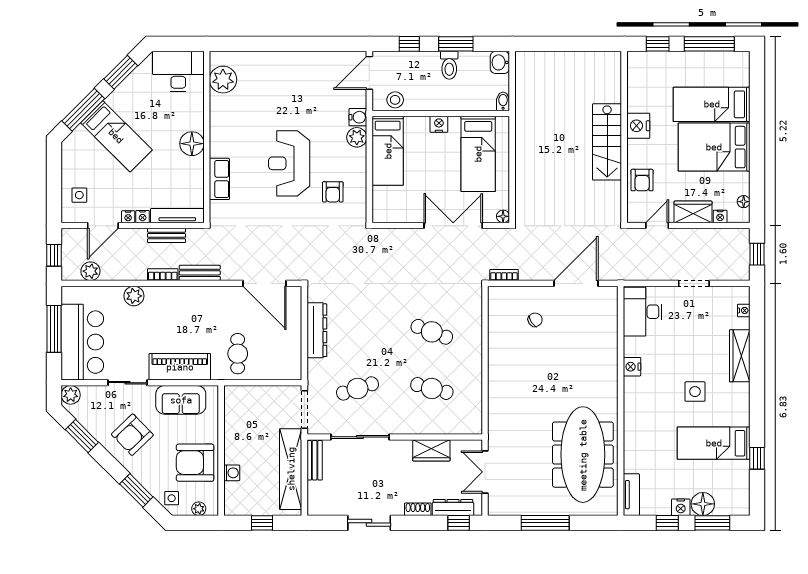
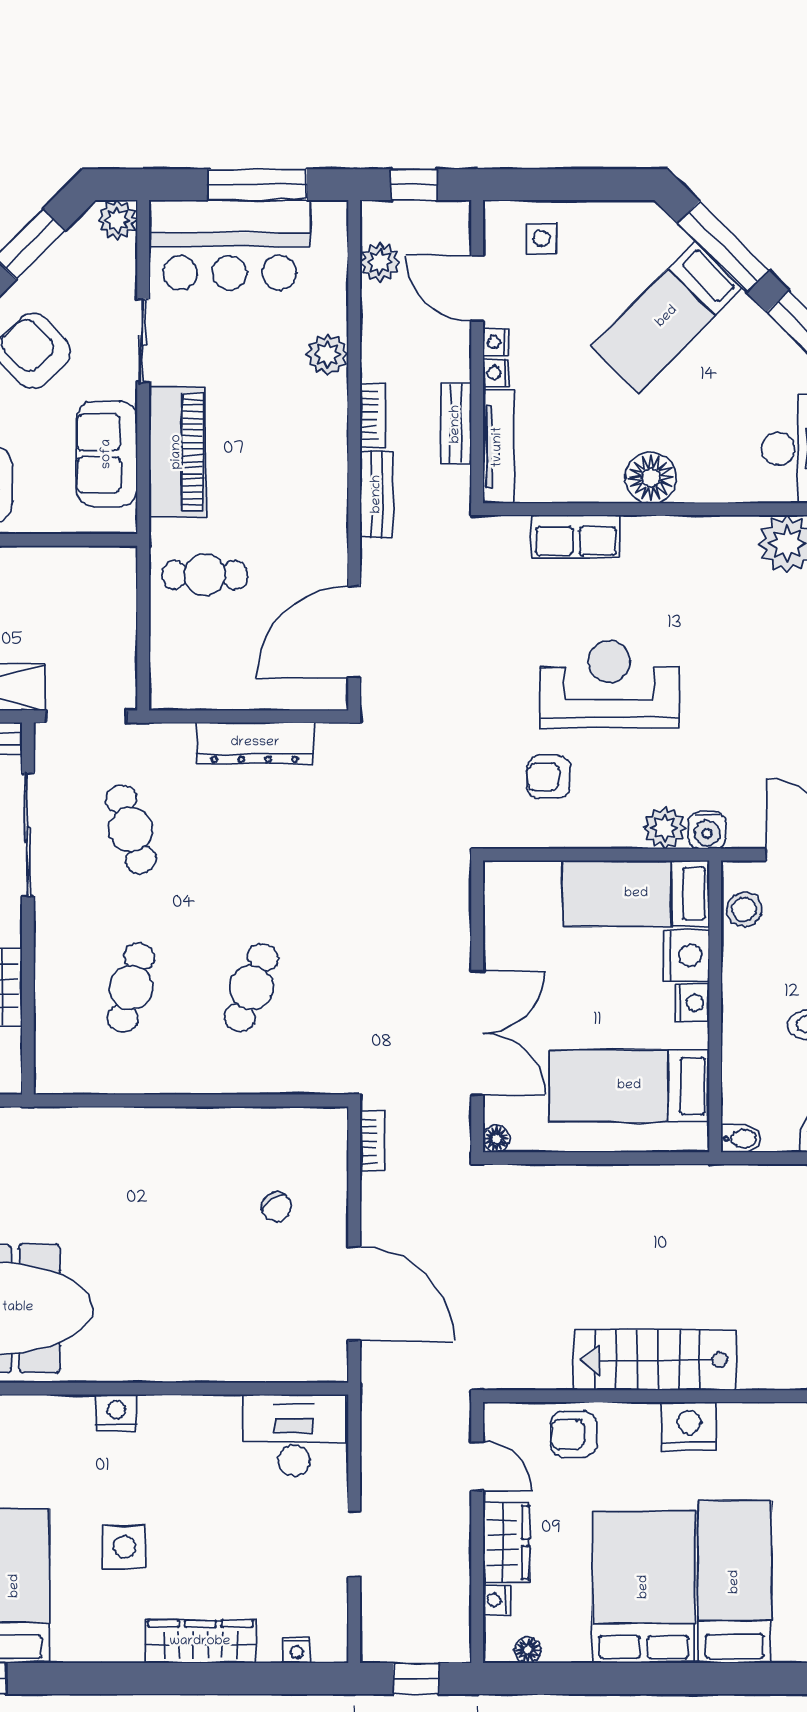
nightstand: (417, 127) -> (687, 955), added
nightstand: (632, 367) -> (116, 1413), moved

